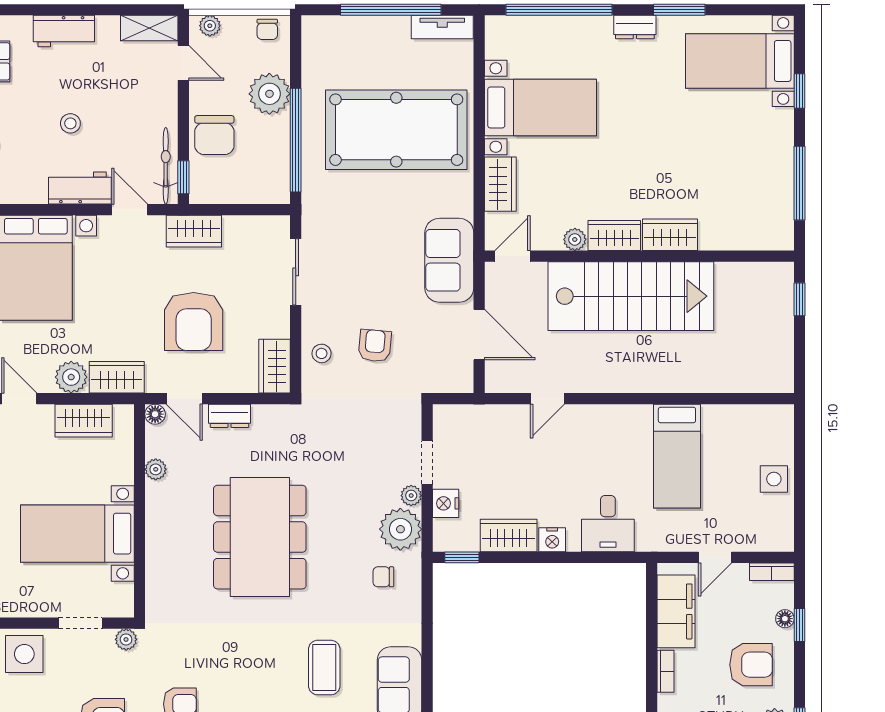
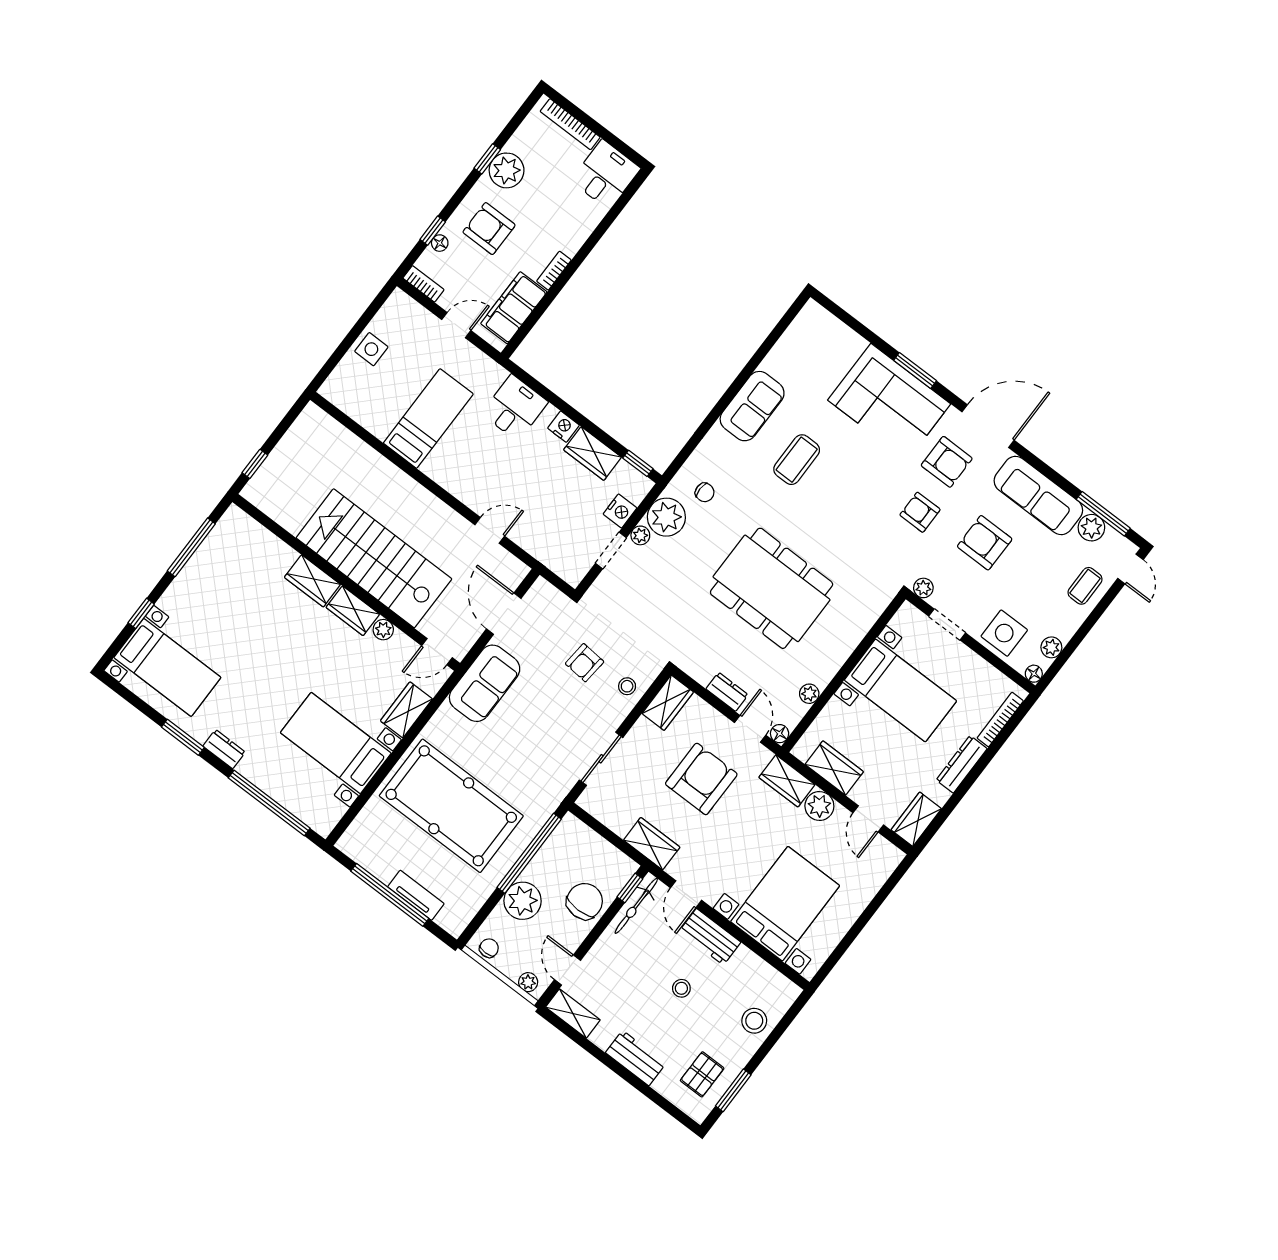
tv unit: (442, 27) -> (416, 895), moved
dining table: (260, 537) -> (772, 588), turned 90

